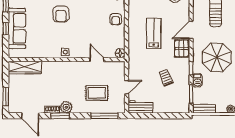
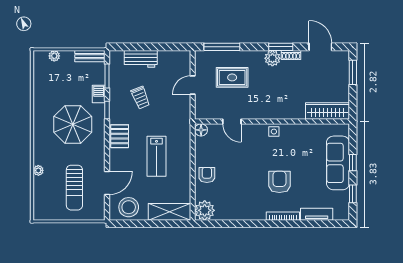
door: (191, 30) -> (107, 183), moved
workbench: (140, 107) -> (141, 59), moved

